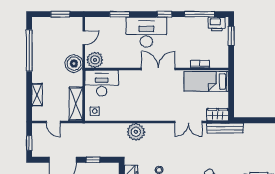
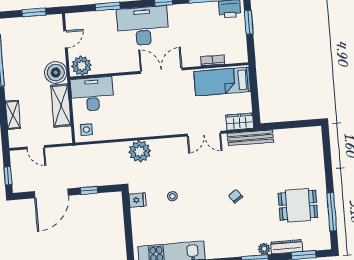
shelving: (76, 104) -> (61, 105), moved

